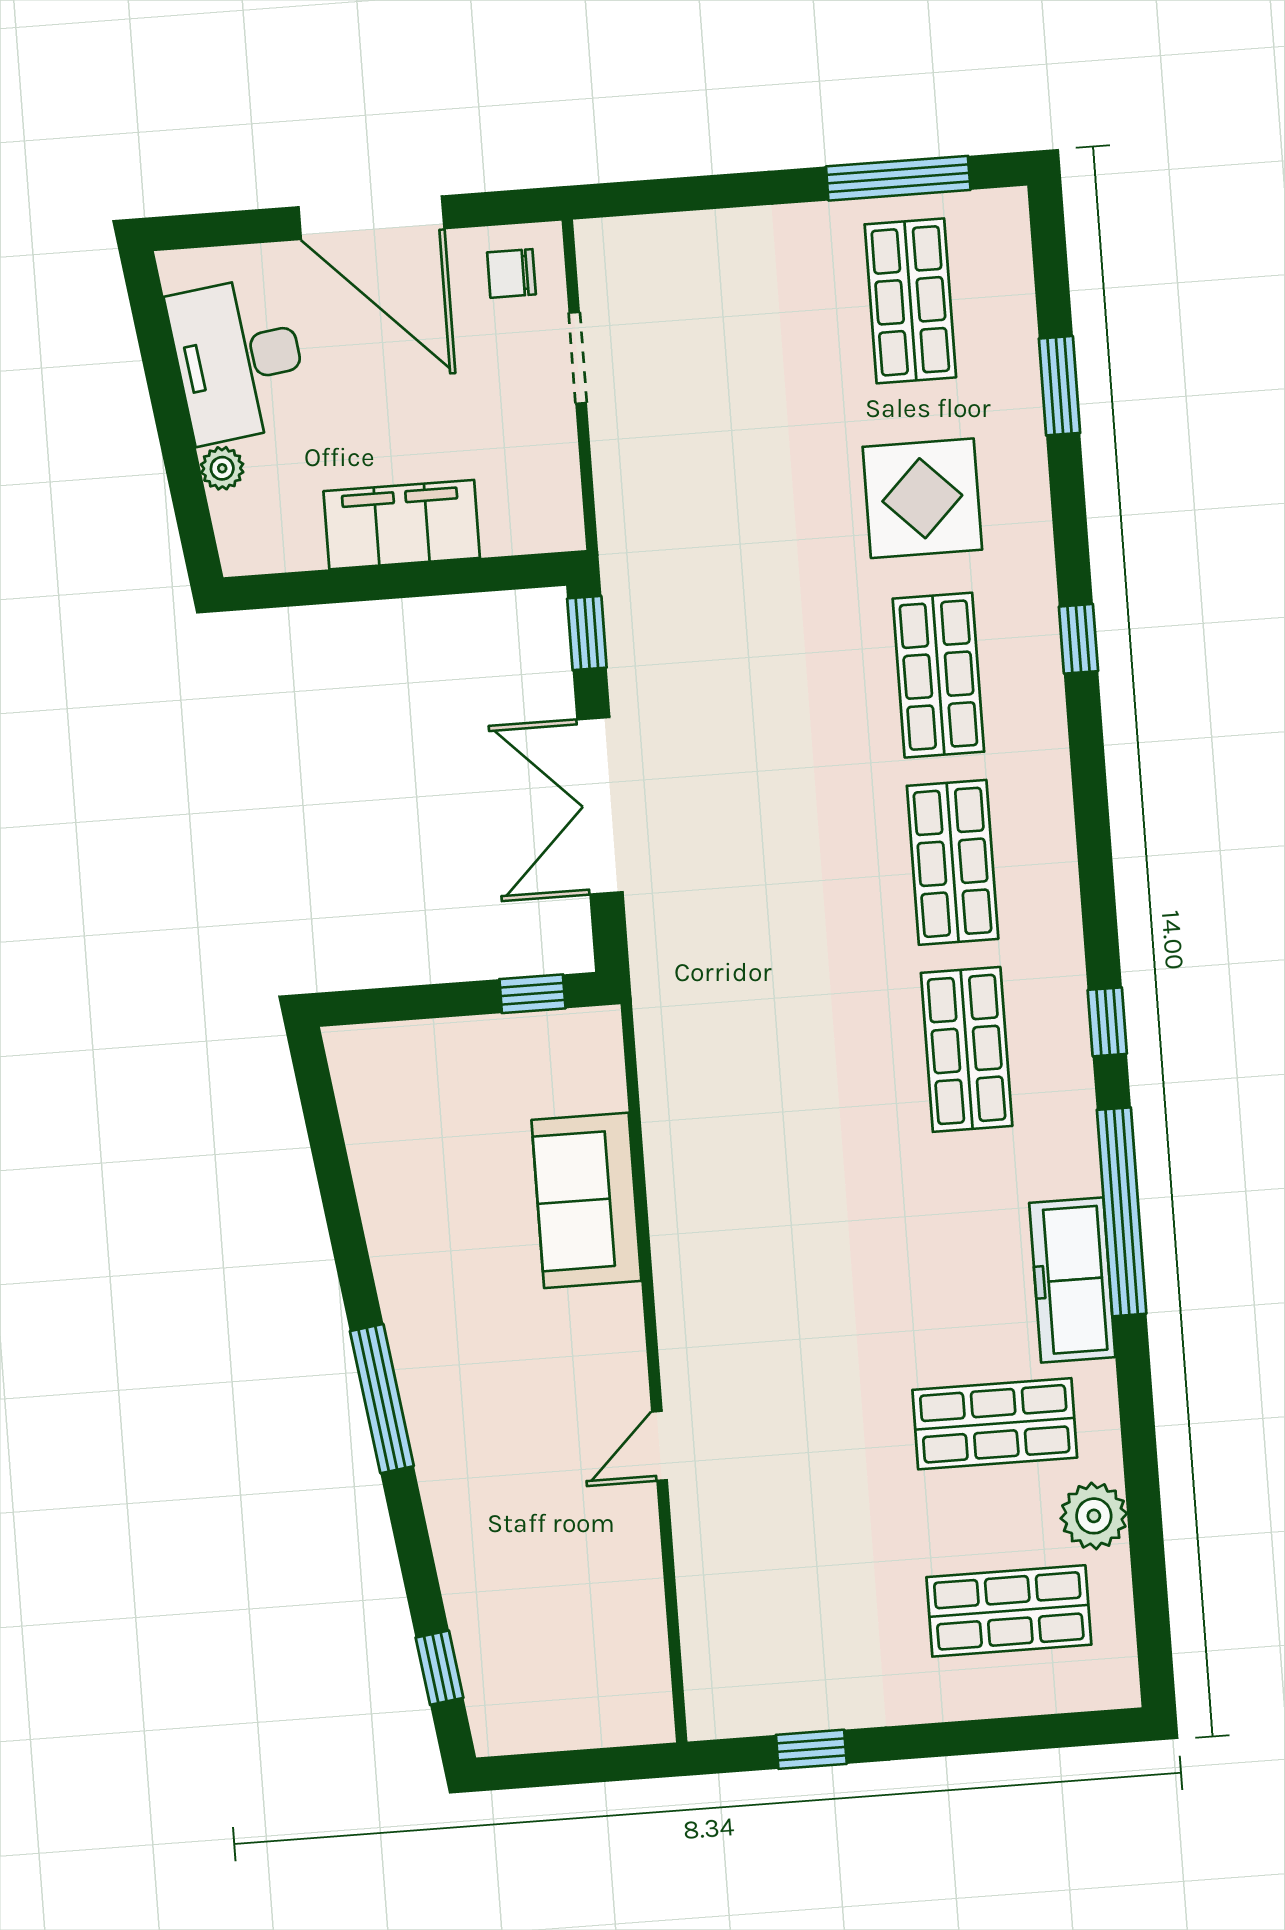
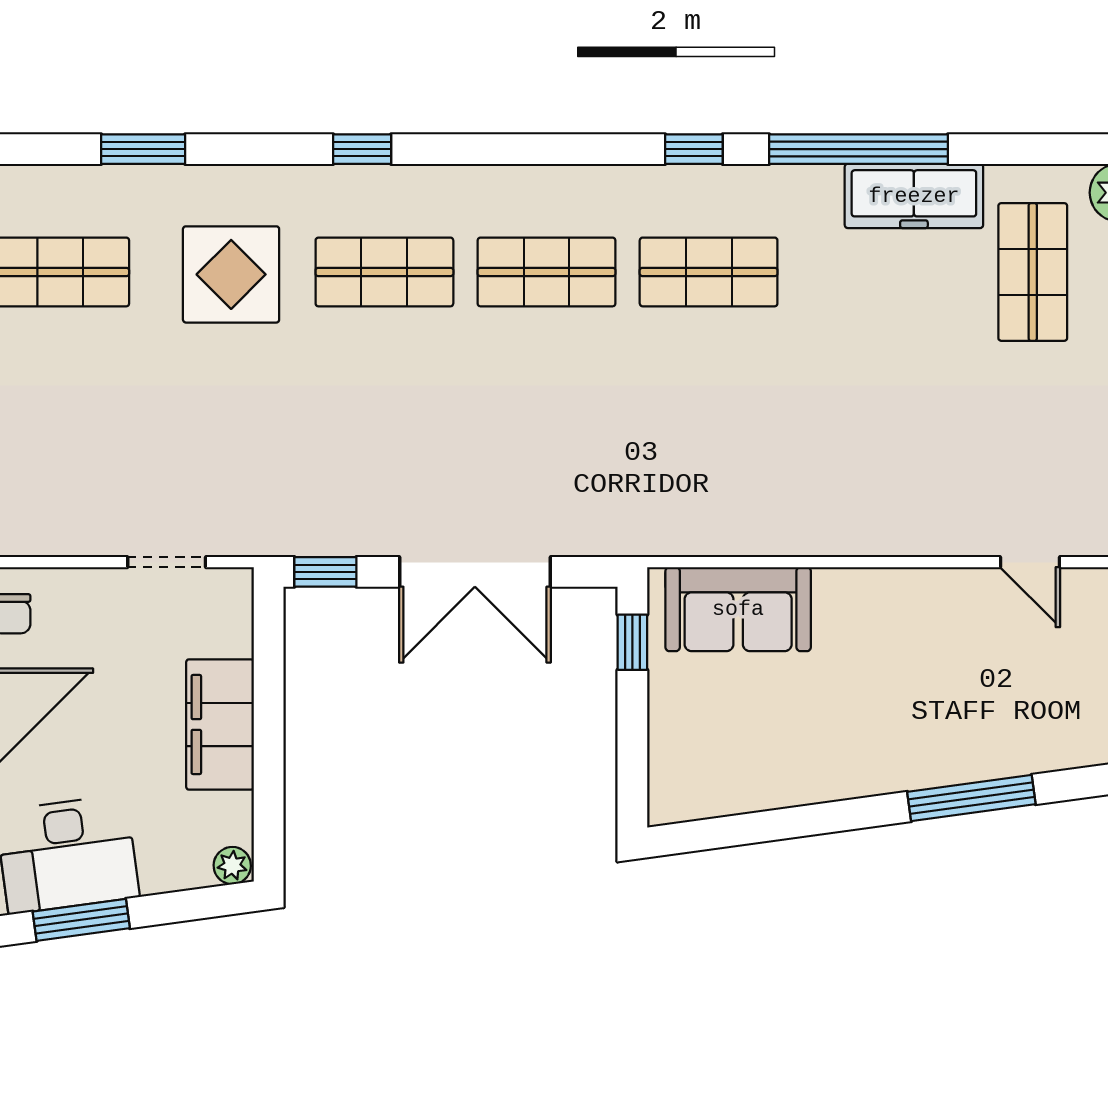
doorway: (578, 358) -> (167, 562), moved
window: (164, 381) -> (81, 920), added
plant: (222, 468) -> (232, 866), moved
sofa: (586, 1200) -> (738, 609), moved

